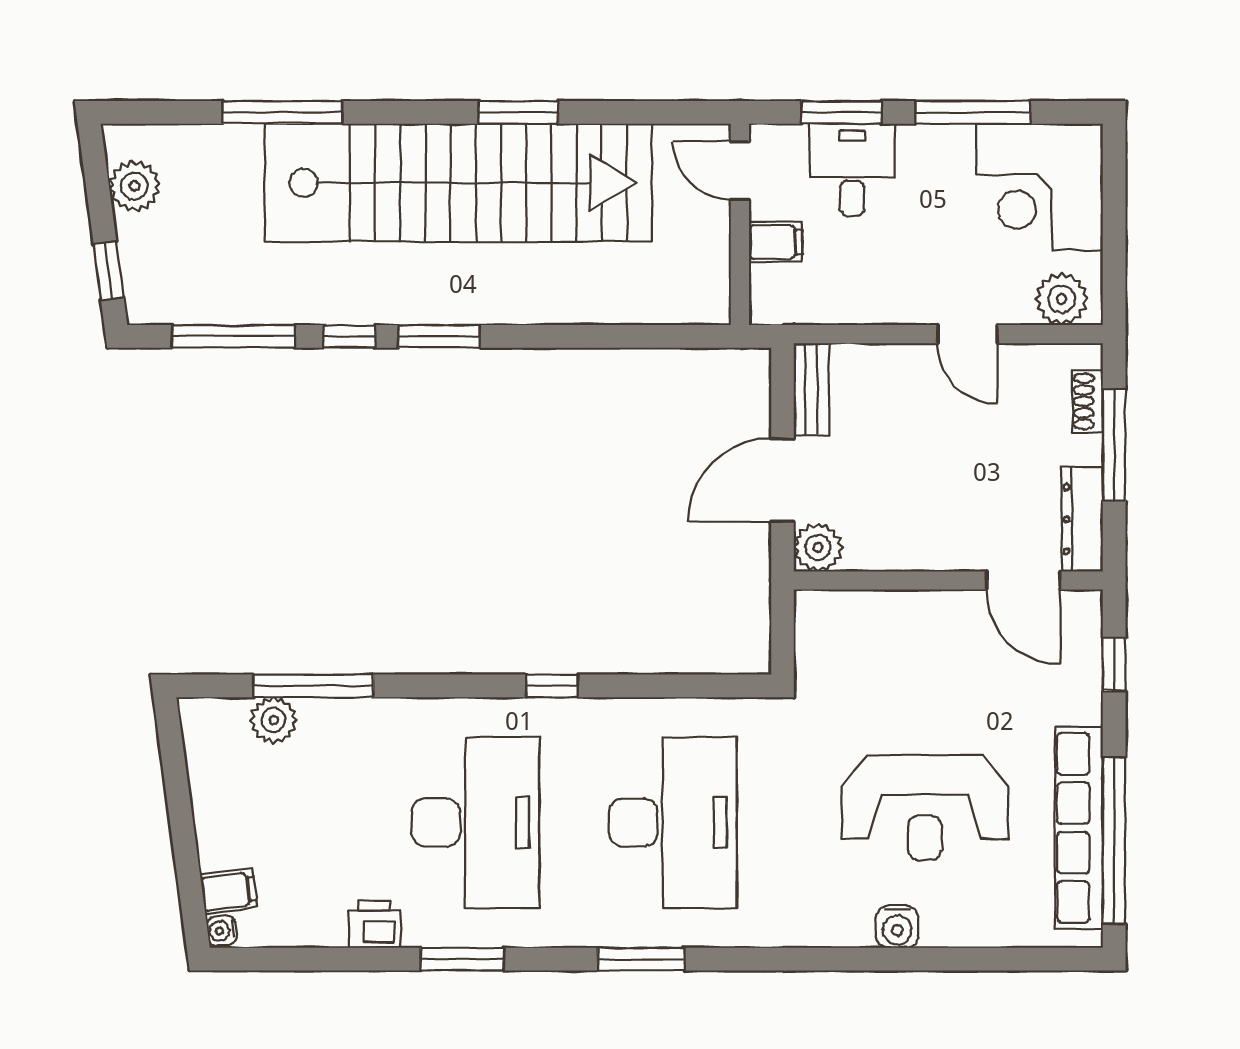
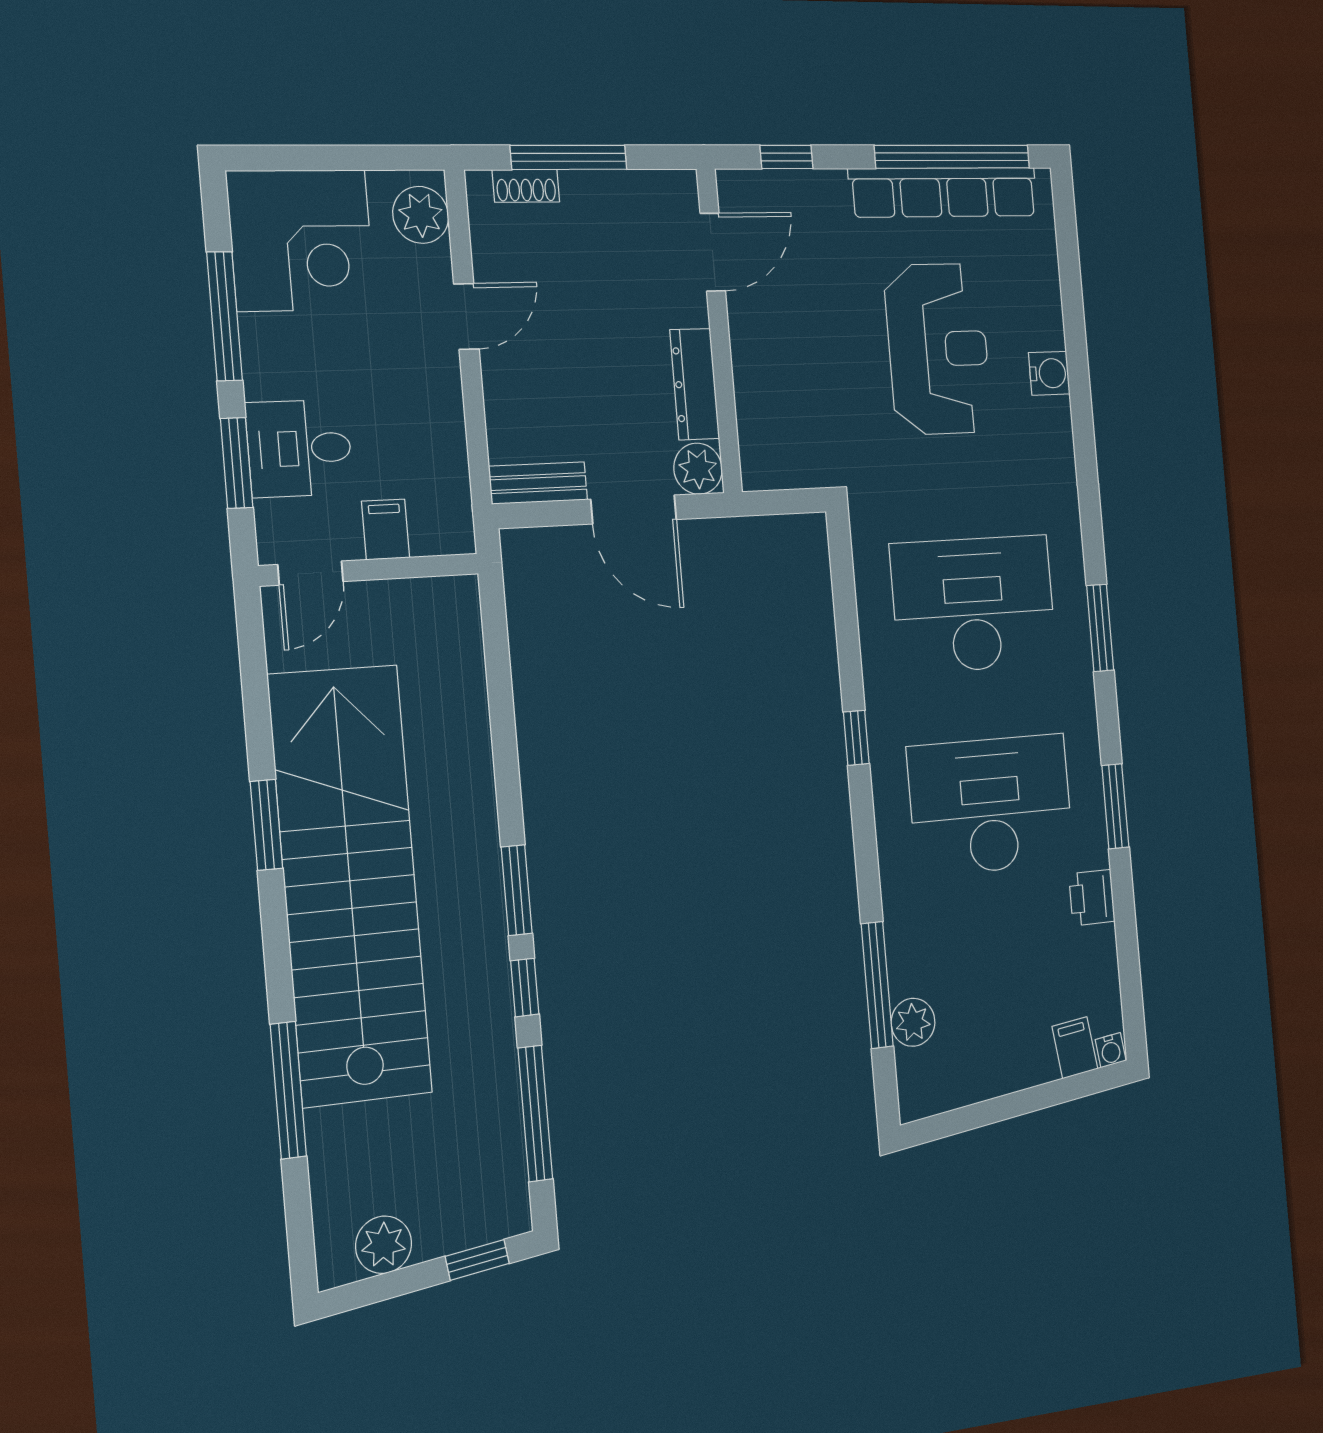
dresser: (1082, 519) -> (695, 384), moved, turned 90

